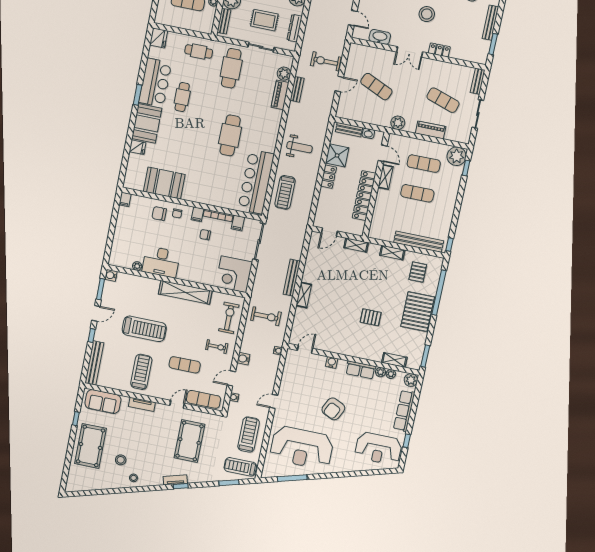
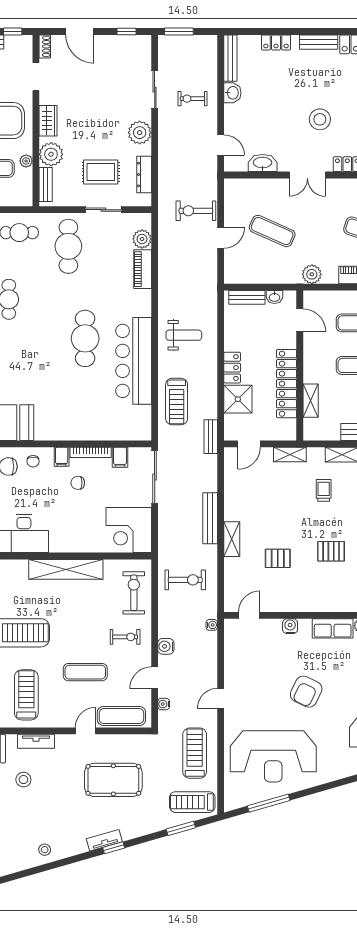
bench: (297, 89) -> (211, 437), moved
shower: (337, 155) -> (238, 399), moved
shelving: (385, 177) -> (311, 401), moved
bar counter: (256, 182) -> (134, 361), moved
trolley: (374, 275) -> (324, 490), added
pallet: (333, 315) -> (278, 558), added
pool table: (189, 441) -> (113, 780), turned 90
stool: (121, 460) -> (23, 780), moved

